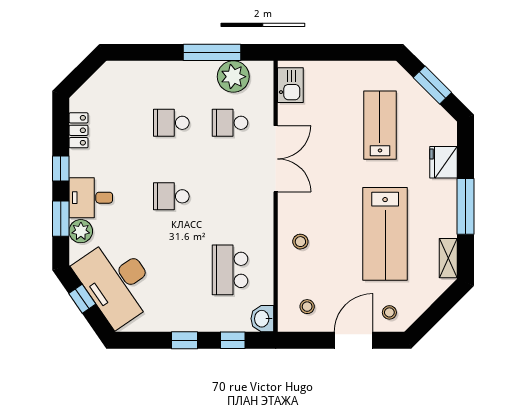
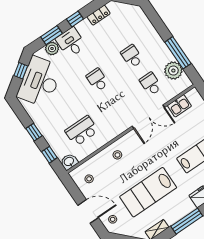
kitchen sink: (290, 85) -> (179, 106), moved

